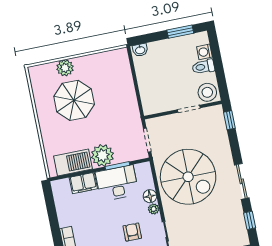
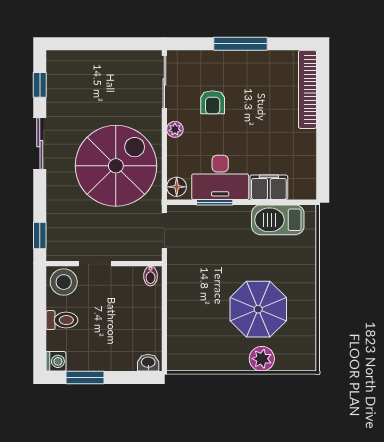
washing machine: (204, 52) -> (56, 361), moved
bidet: (150, 108) -> (151, 276), added
plant: (102, 155) -> (233, 221), removed
spiral stairs: (188, 177) -> (116, 166), turned 90
floor lamp: (150, 196) -> (177, 187), moved

